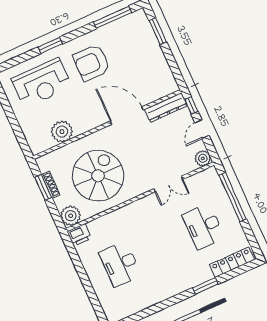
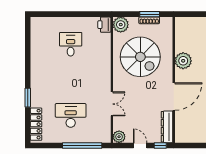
plant: (62, 132) -> (183, 61), moved
double door: (168, 184) -> (112, 104), swing flipped
desk: (120, 264) -> (71, 44), width x0.73

